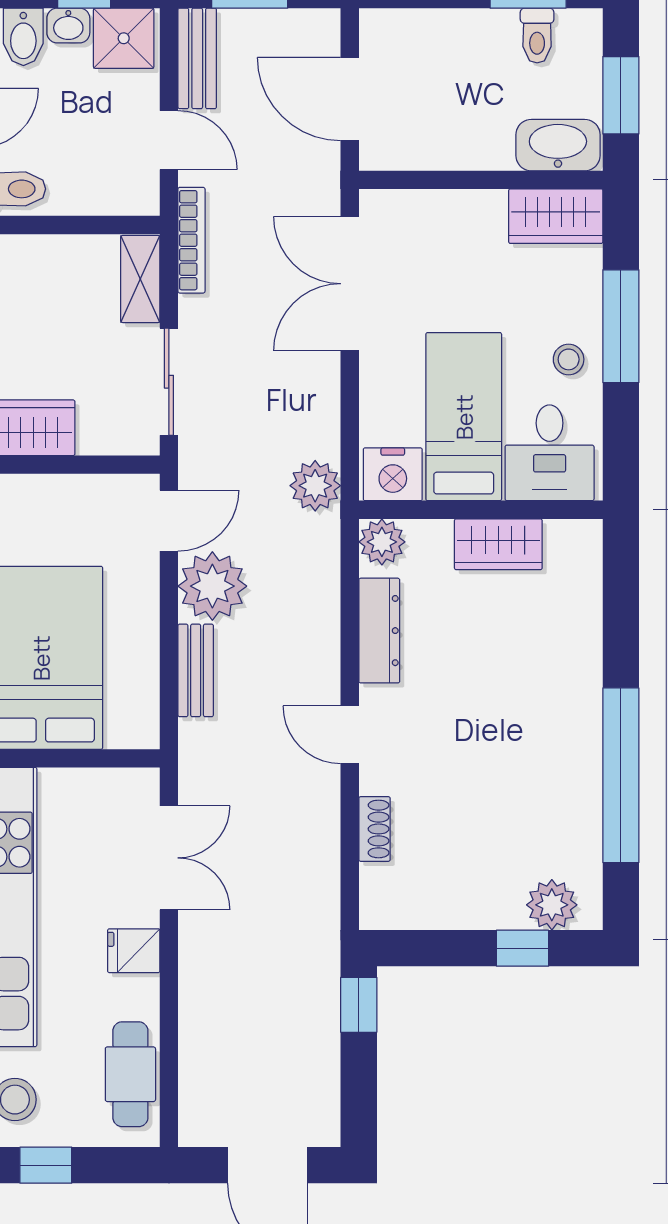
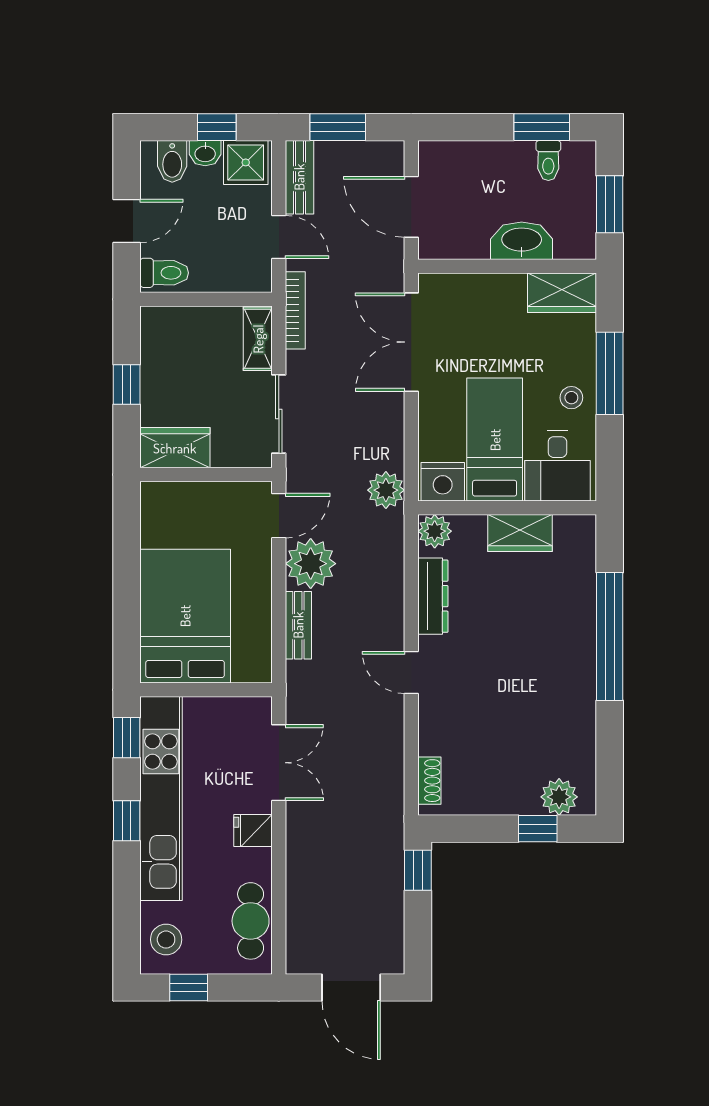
washbasin: (558, 145) -> (522, 241), moved
window: (621, 775) -> (610, 636), moved
shoe rack: (374, 829) -> (429, 781), moved

